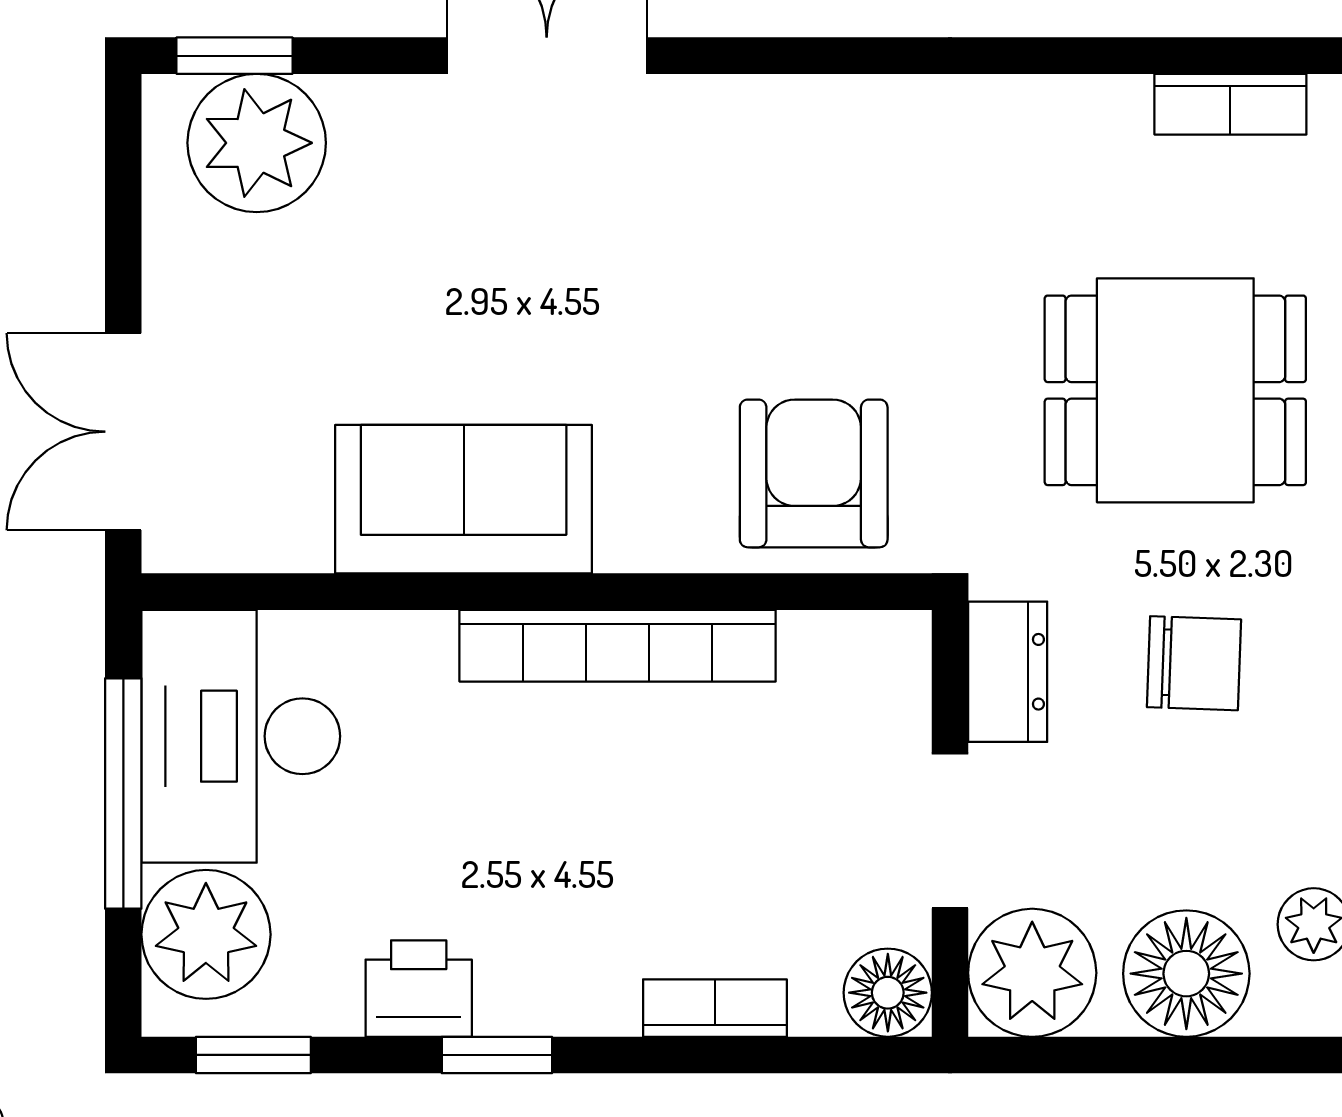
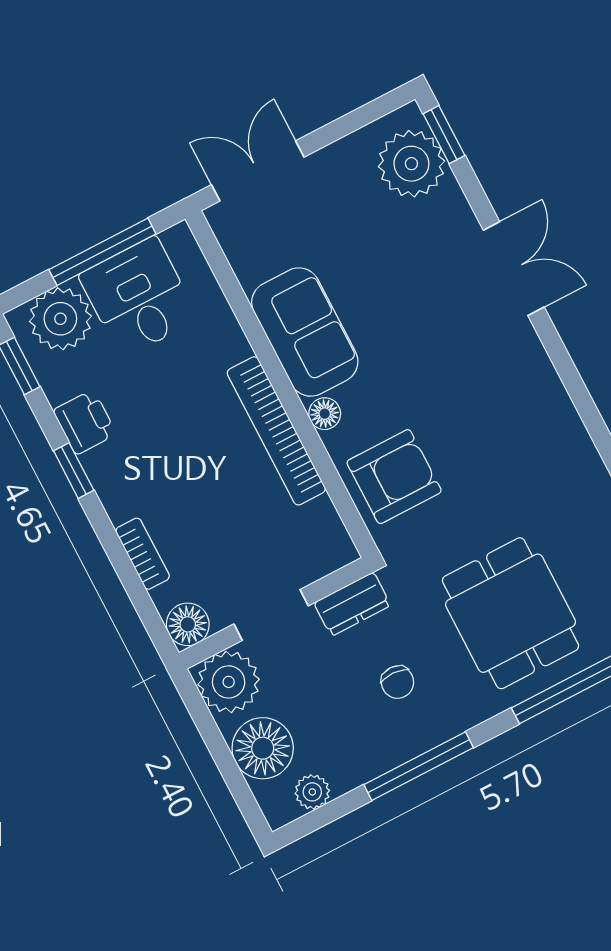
floor lamp: (632, 541) -> (325, 414), added
chair: (1194, 663) -> (398, 682), width x0.73, depth x0.73
desk: (241, 736) -> (139, 297), width x0.73

